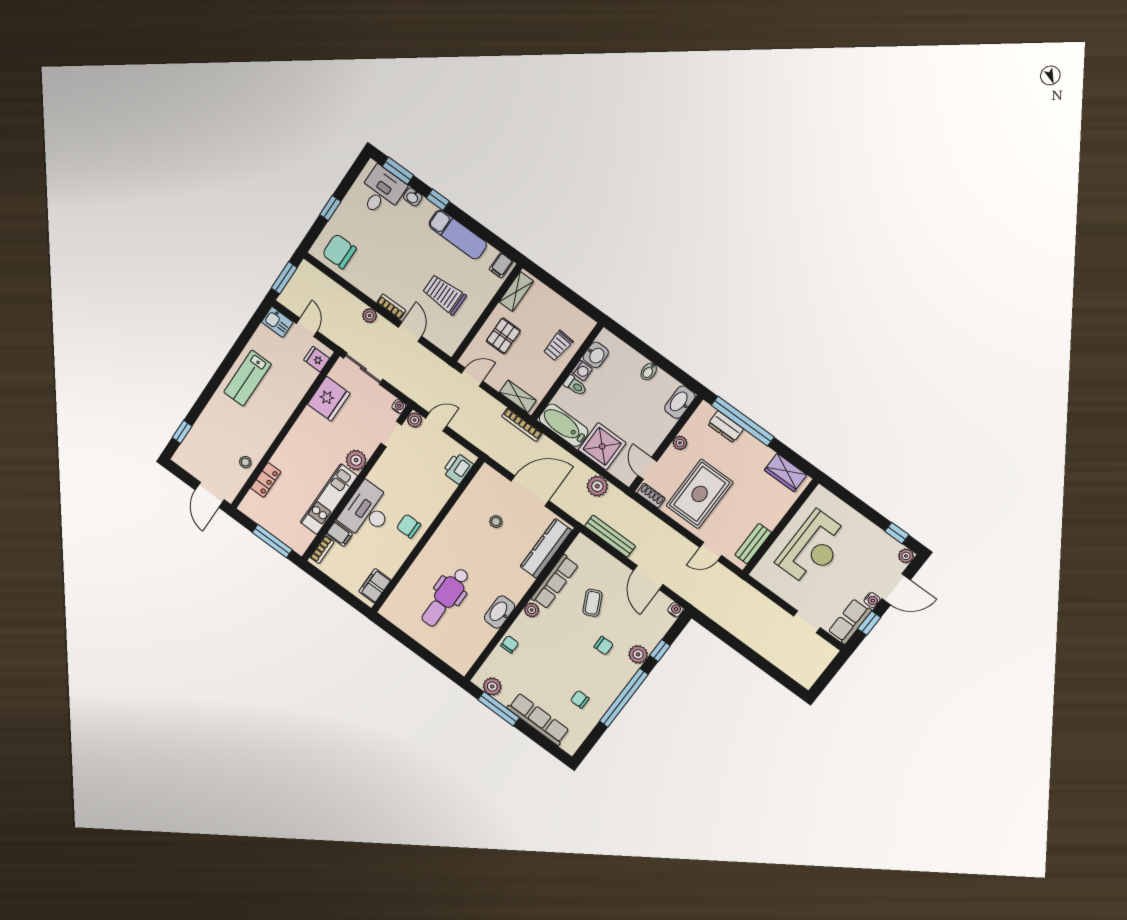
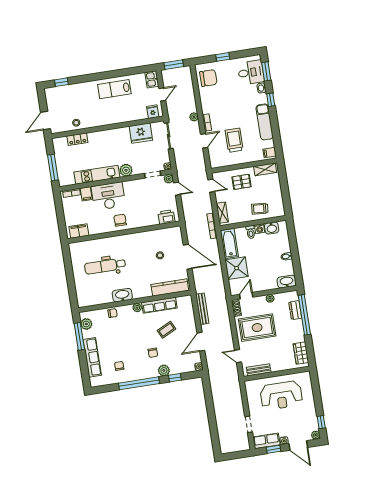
chair: (339, 251) -> (208, 78), turned 90
plant: (597, 486) -> (218, 283), removed

